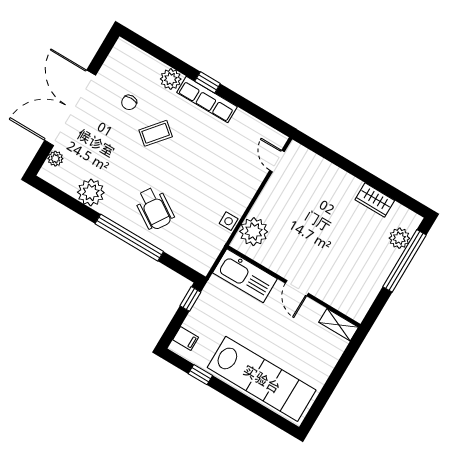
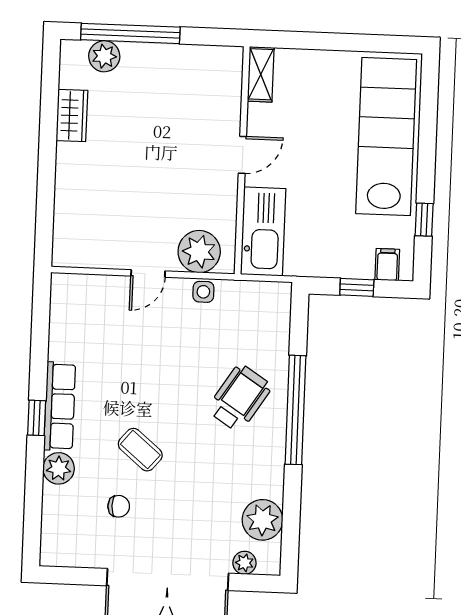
door: (277, 161) -> (148, 273), moved
plant: (91, 192) -> (262, 520), moved
window: (190, 299) -> (357, 287), moved

